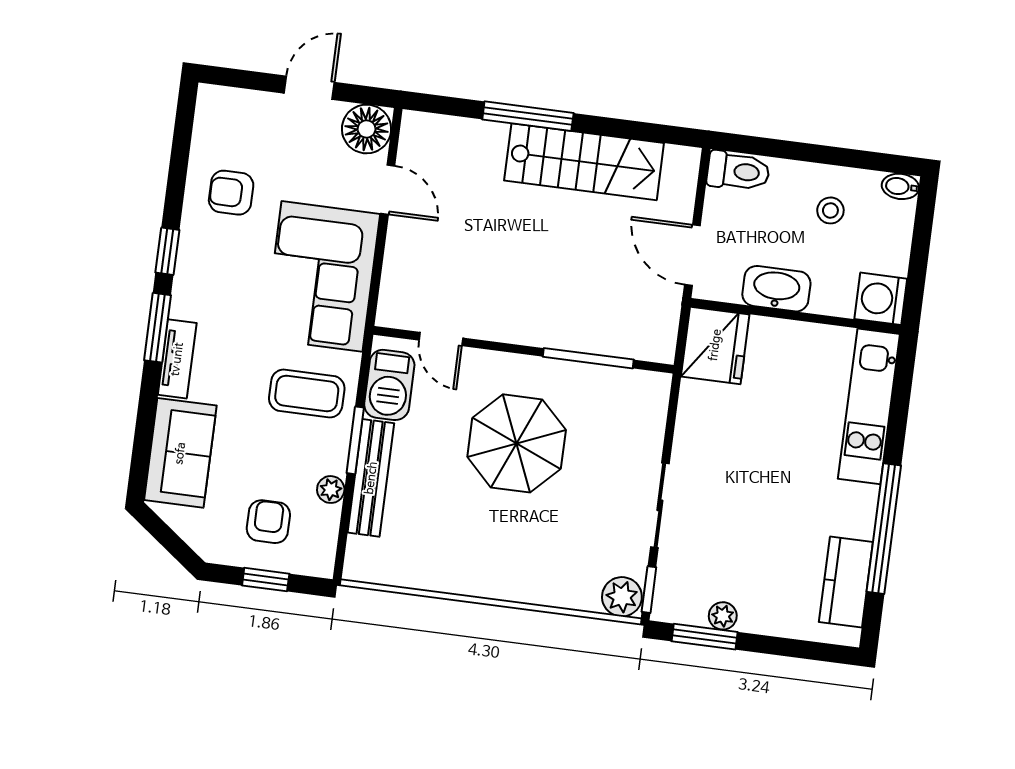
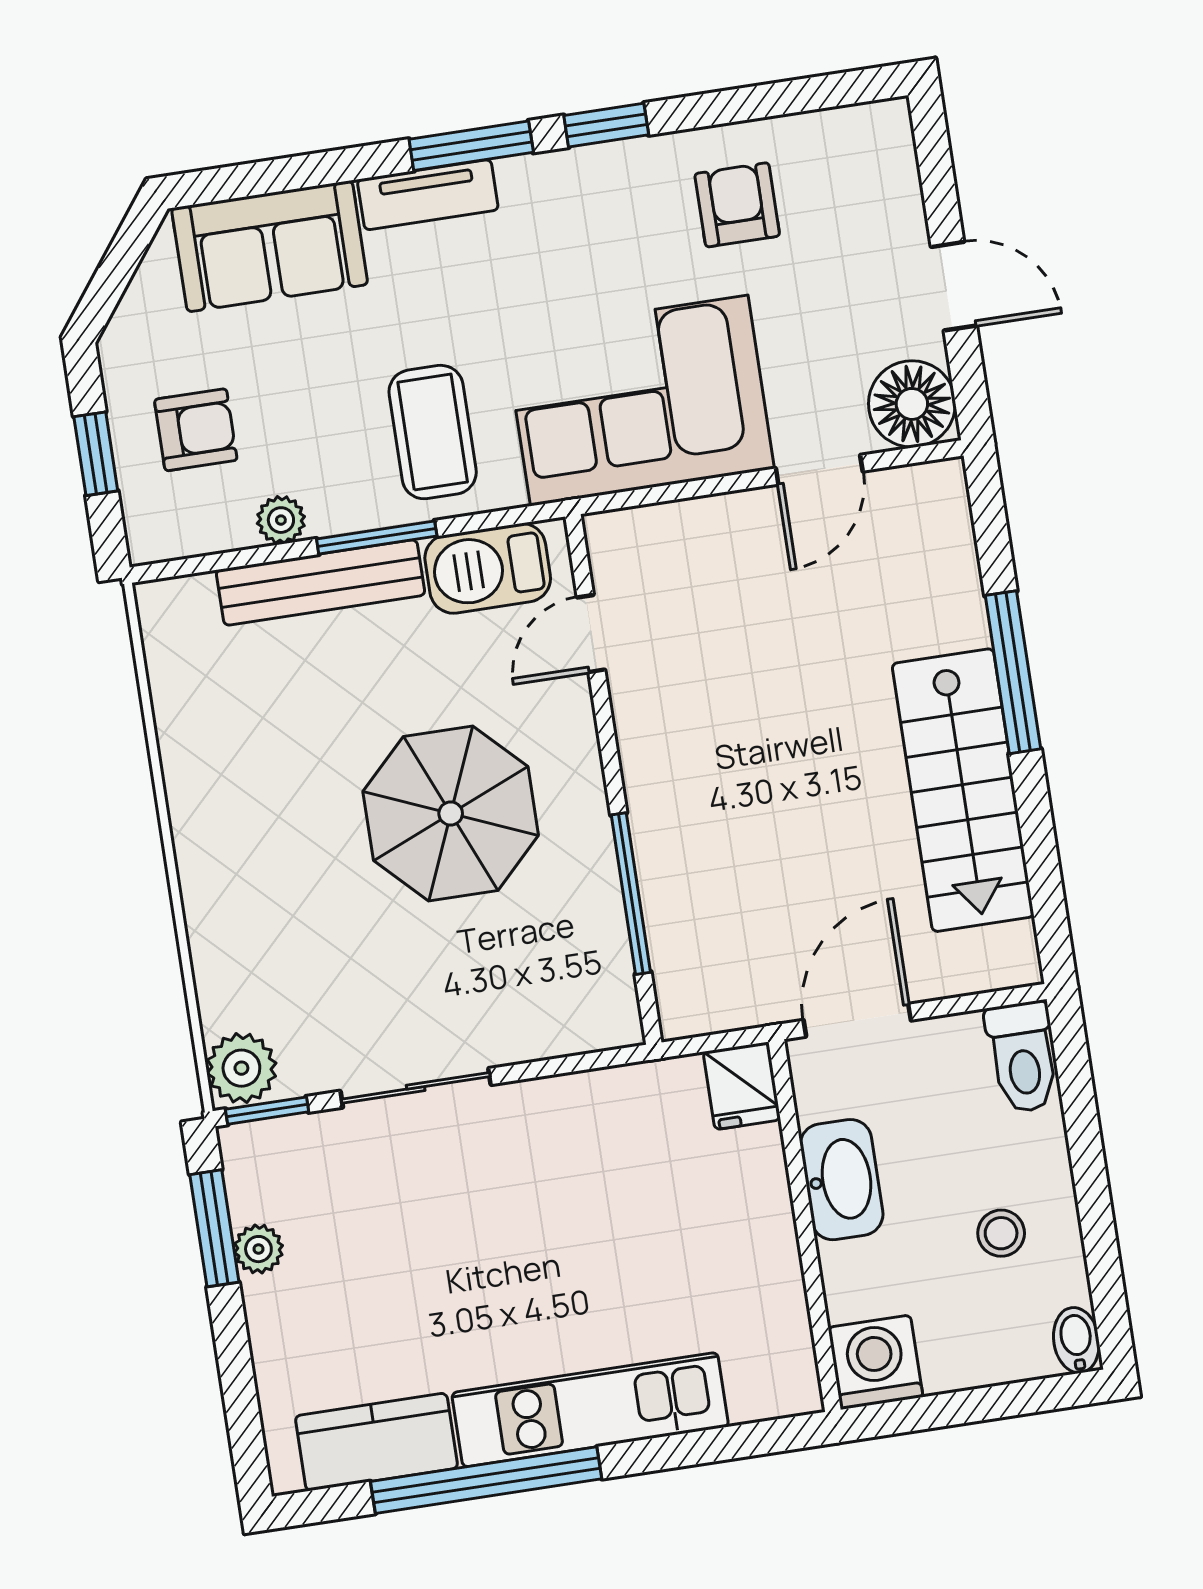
fridge: (715, 345) -> (742, 1086), width x0.53, depth x0.75
kitchen unit: (869, 406) -> (590, 1410), moved

